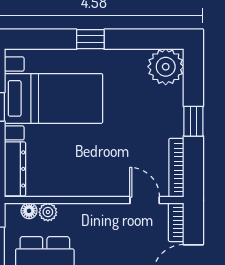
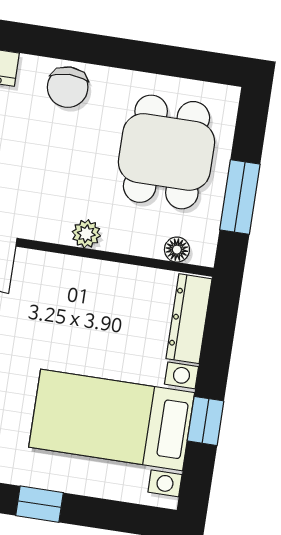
plant: (48, 212) -> (86, 234), moved

